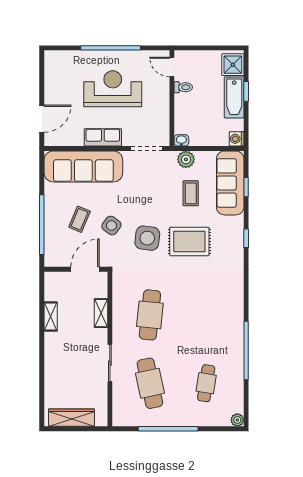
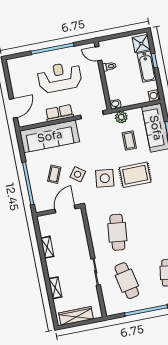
shelving: (101, 313) -> (55, 288), moved

